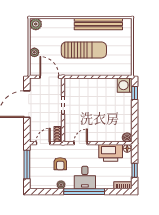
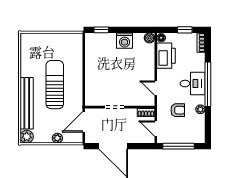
bench: (98, 24) -> (27, 103), moved
washing machine: (125, 85) -> (125, 41), moved

